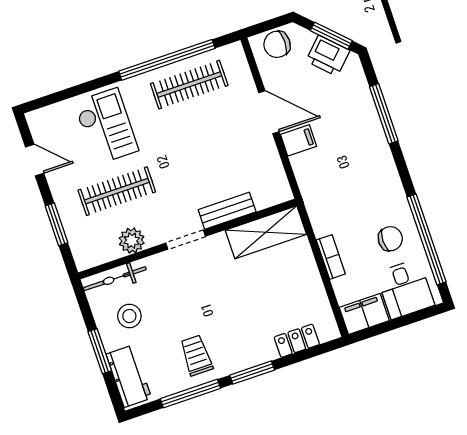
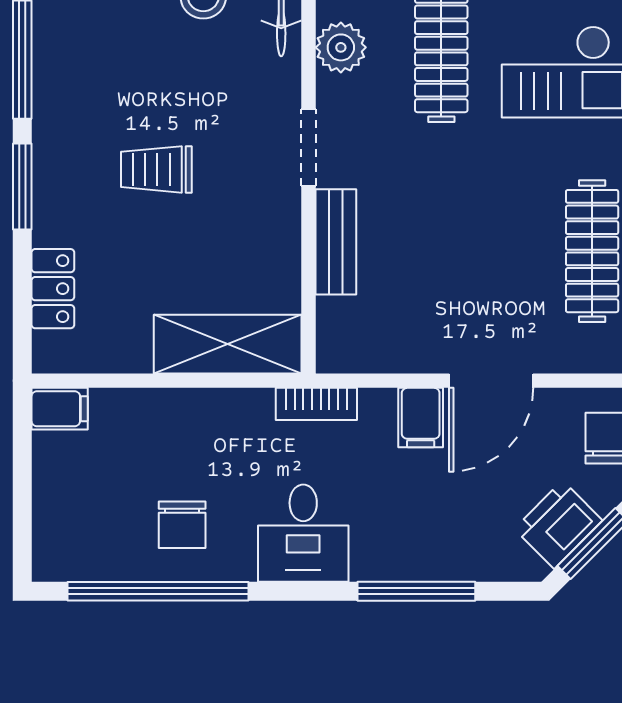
shelving: (266, 232) -> (228, 344), moved, turned 90
bookcase: (331, 257) -> (316, 404), moved
desk: (405, 289) -> (303, 533), moved, turned -90
filing cabinet: (364, 314) -> (60, 409), width x0.50
trolley: (196, 355) -> (156, 169), moved, turned 180

